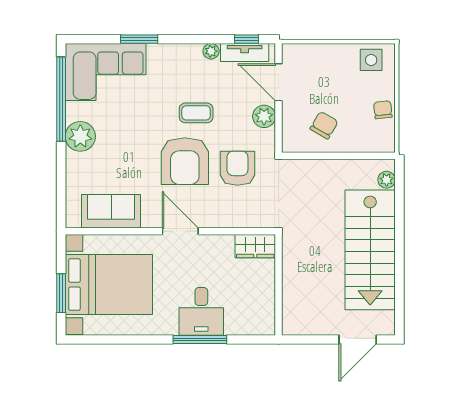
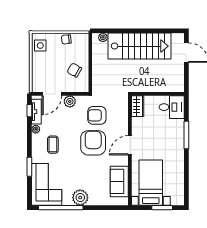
coffee table: (196, 113) -> (53, 145), moved
armchair: (185, 161) -> (93, 143), turned -90
bed with nightstands: (109, 285) -> (151, 183), width x0.73
desk: (201, 311) -> (172, 107), moved

